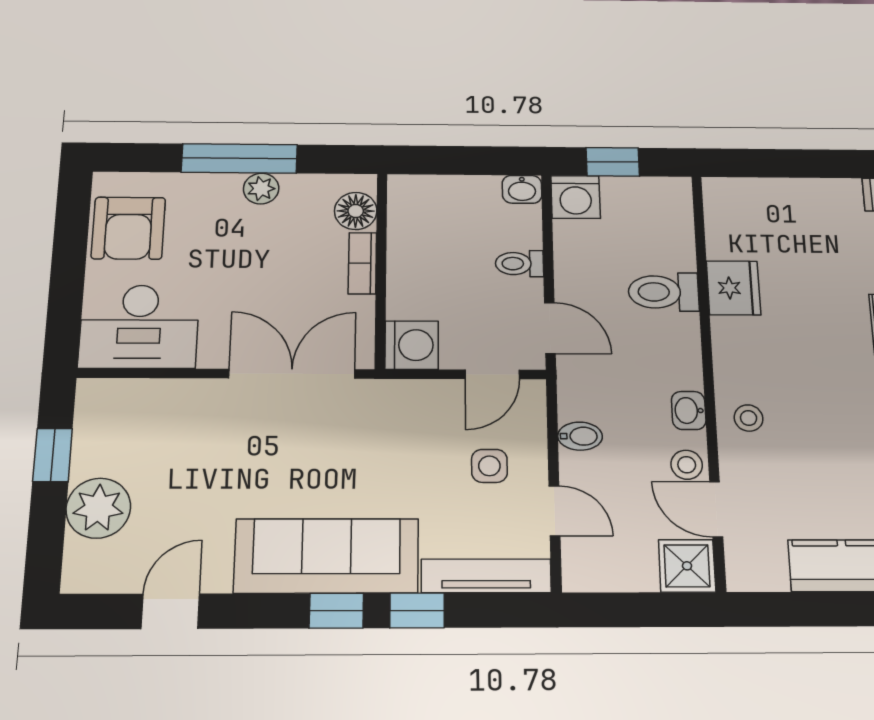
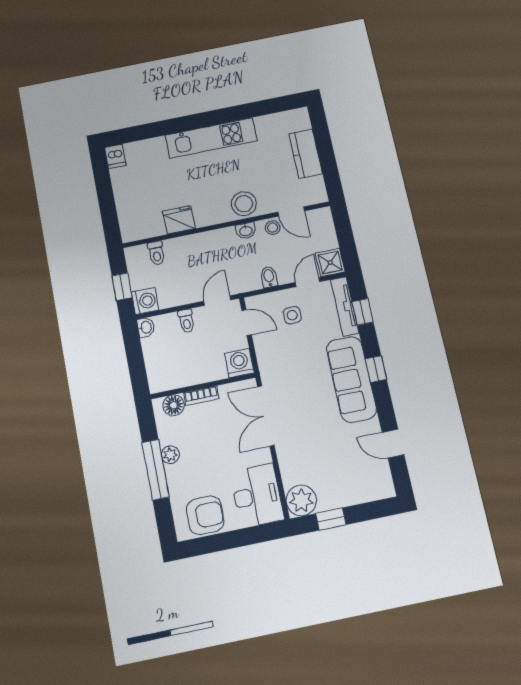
toilet: (664, 292) -> (156, 253), moved, width x0.73, depth x0.72
stool: (749, 418) -> (244, 204), width x1.89, depth x1.89
plant: (98, 508) -> (301, 500), moved
door: (716, 509) -> (291, 211), hinge flipped
shower: (687, 566) -> (330, 263), moved
window: (417, 610) -> (363, 312), moved

